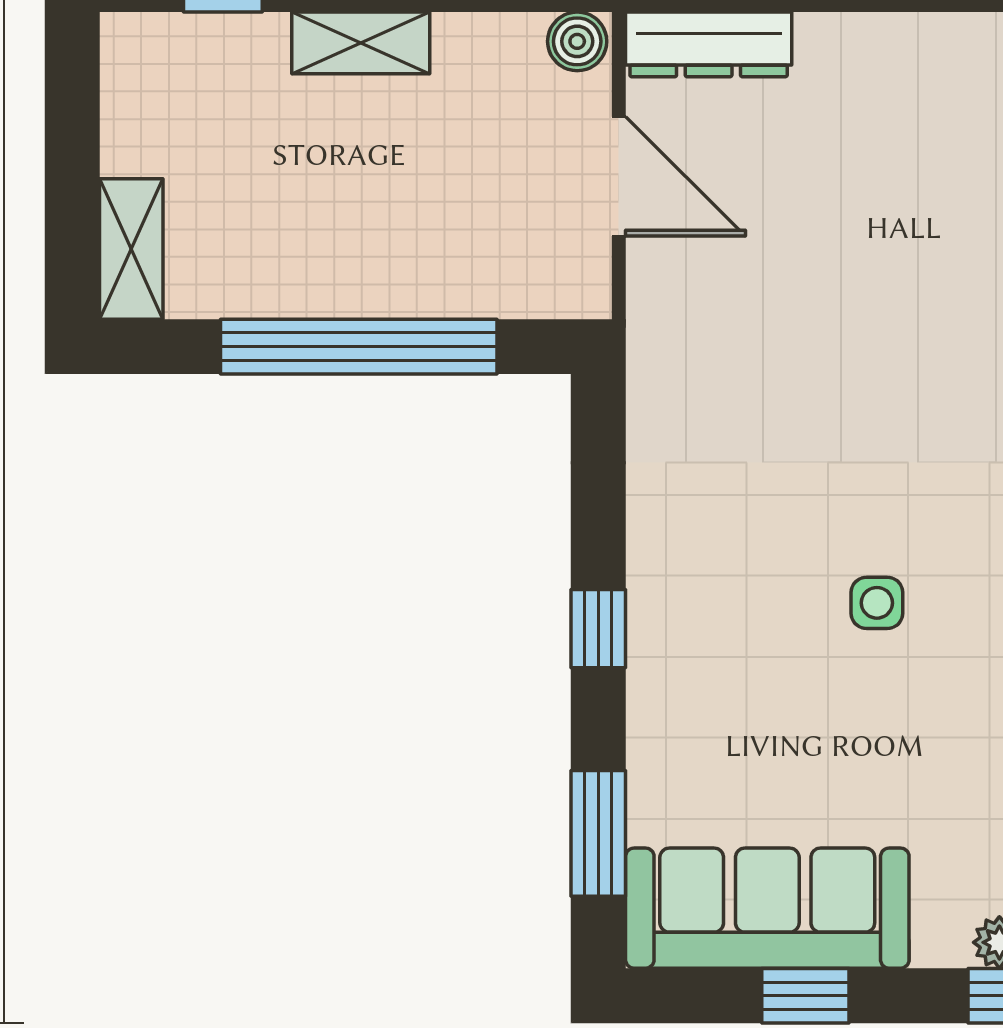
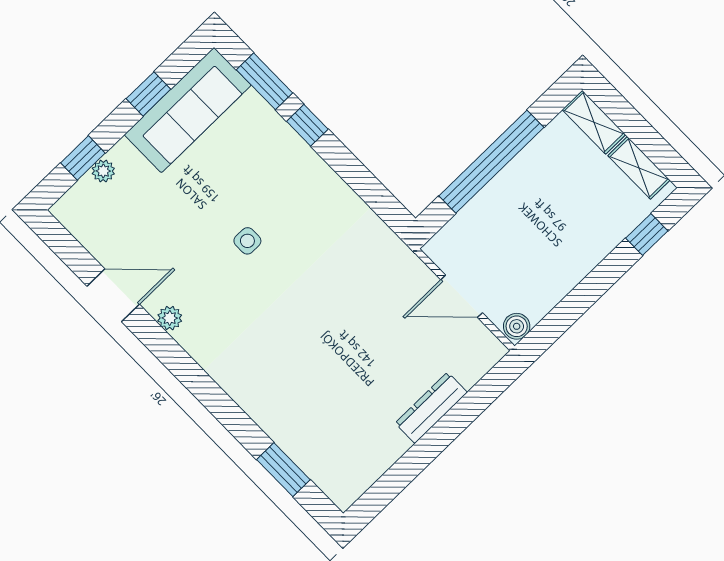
shelving: (361, 43) -> (639, 168), moved, turned 90
dresser: (709, 44) -> (431, 408), moved
window: (598, 629) -> (307, 125), moved

